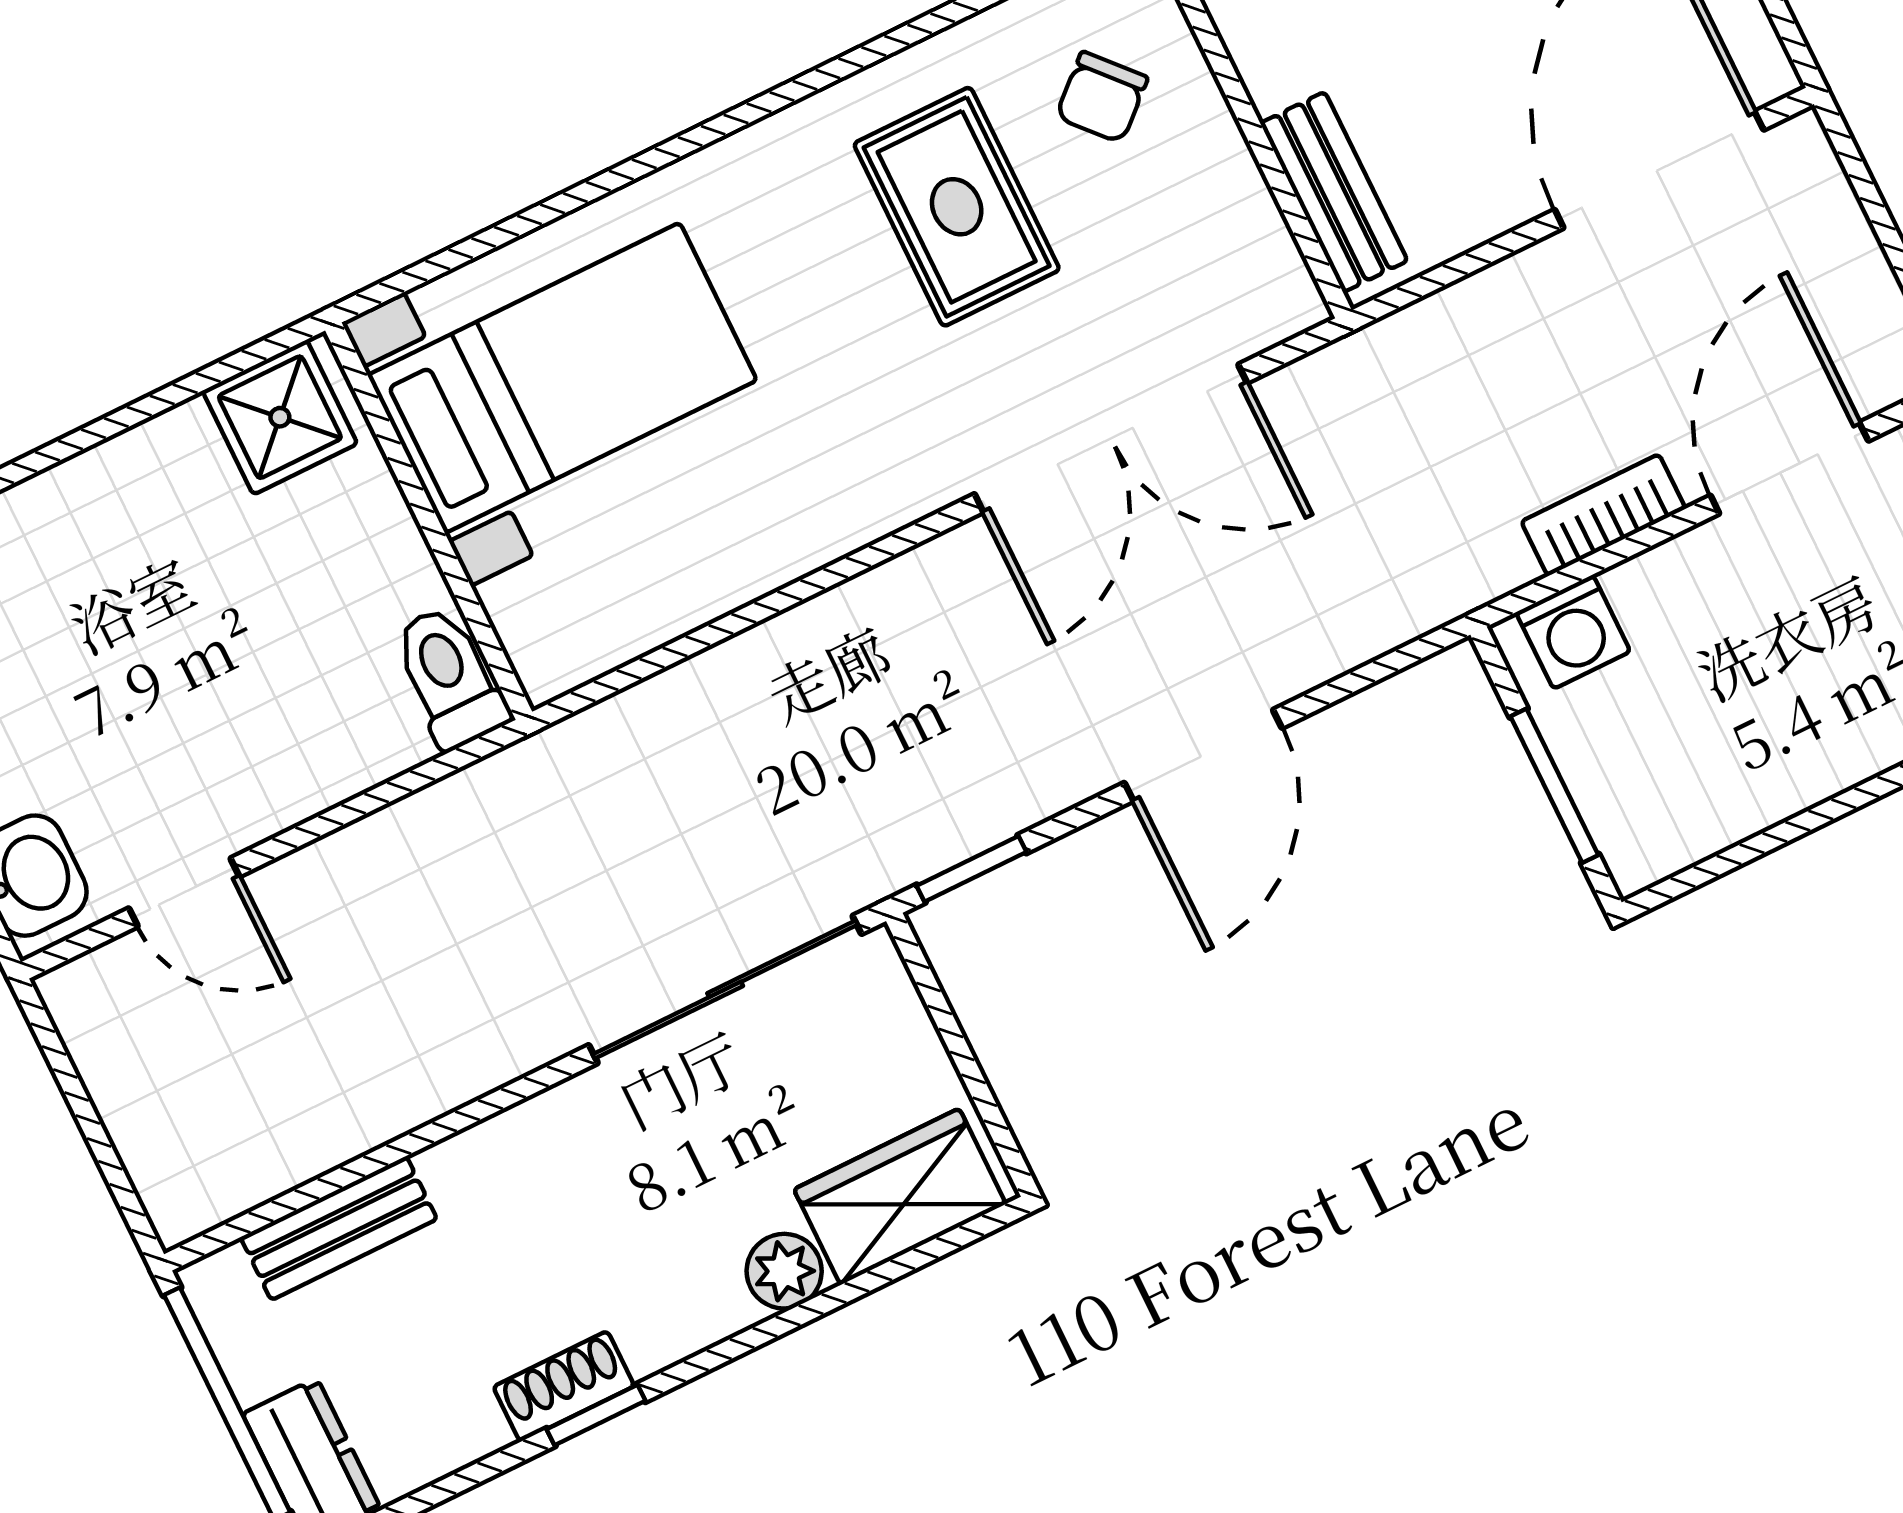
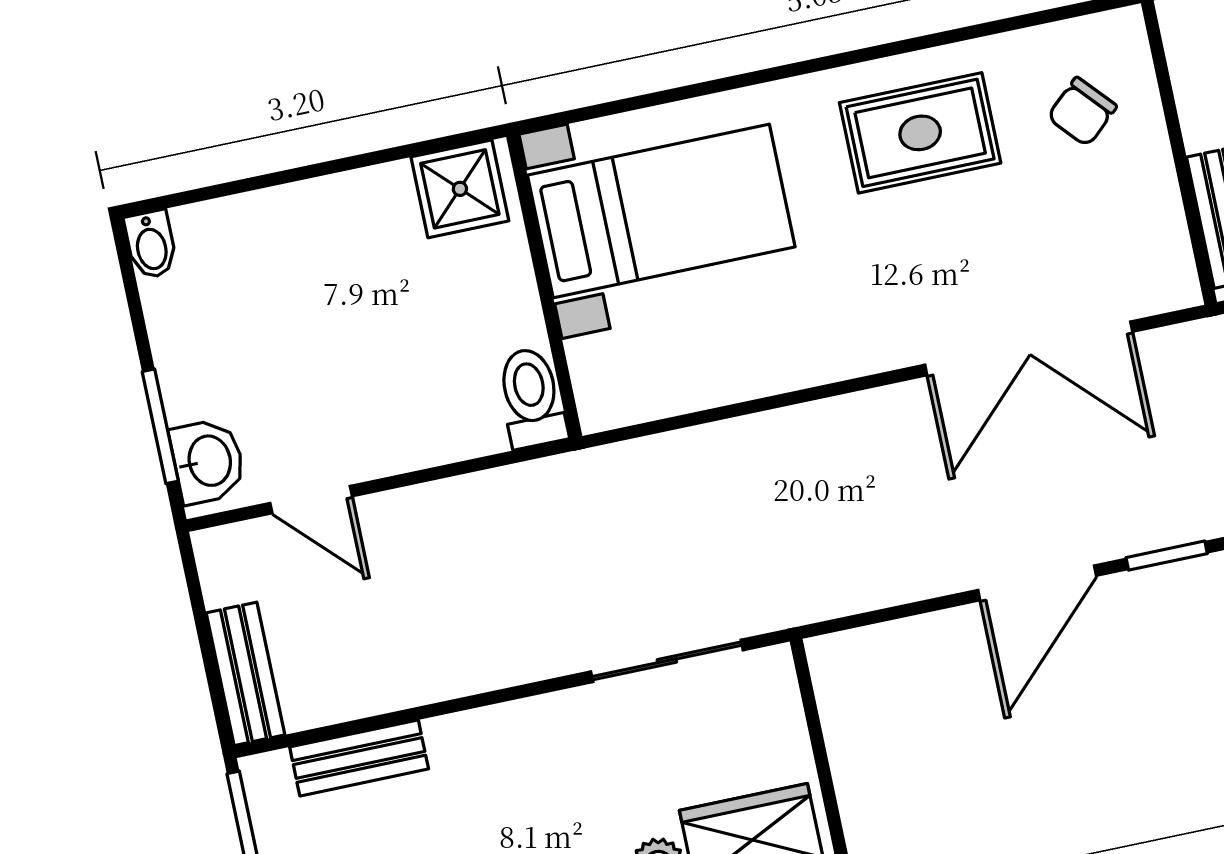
rug: (957, 207) -> (920, 133), moved, turned 90
window: (971, 869) -> (1167, 556), moved
sliding door: (725, 990) -> (667, 661), width x0.73
bench: (155, 1153) -> (245, 674), added

